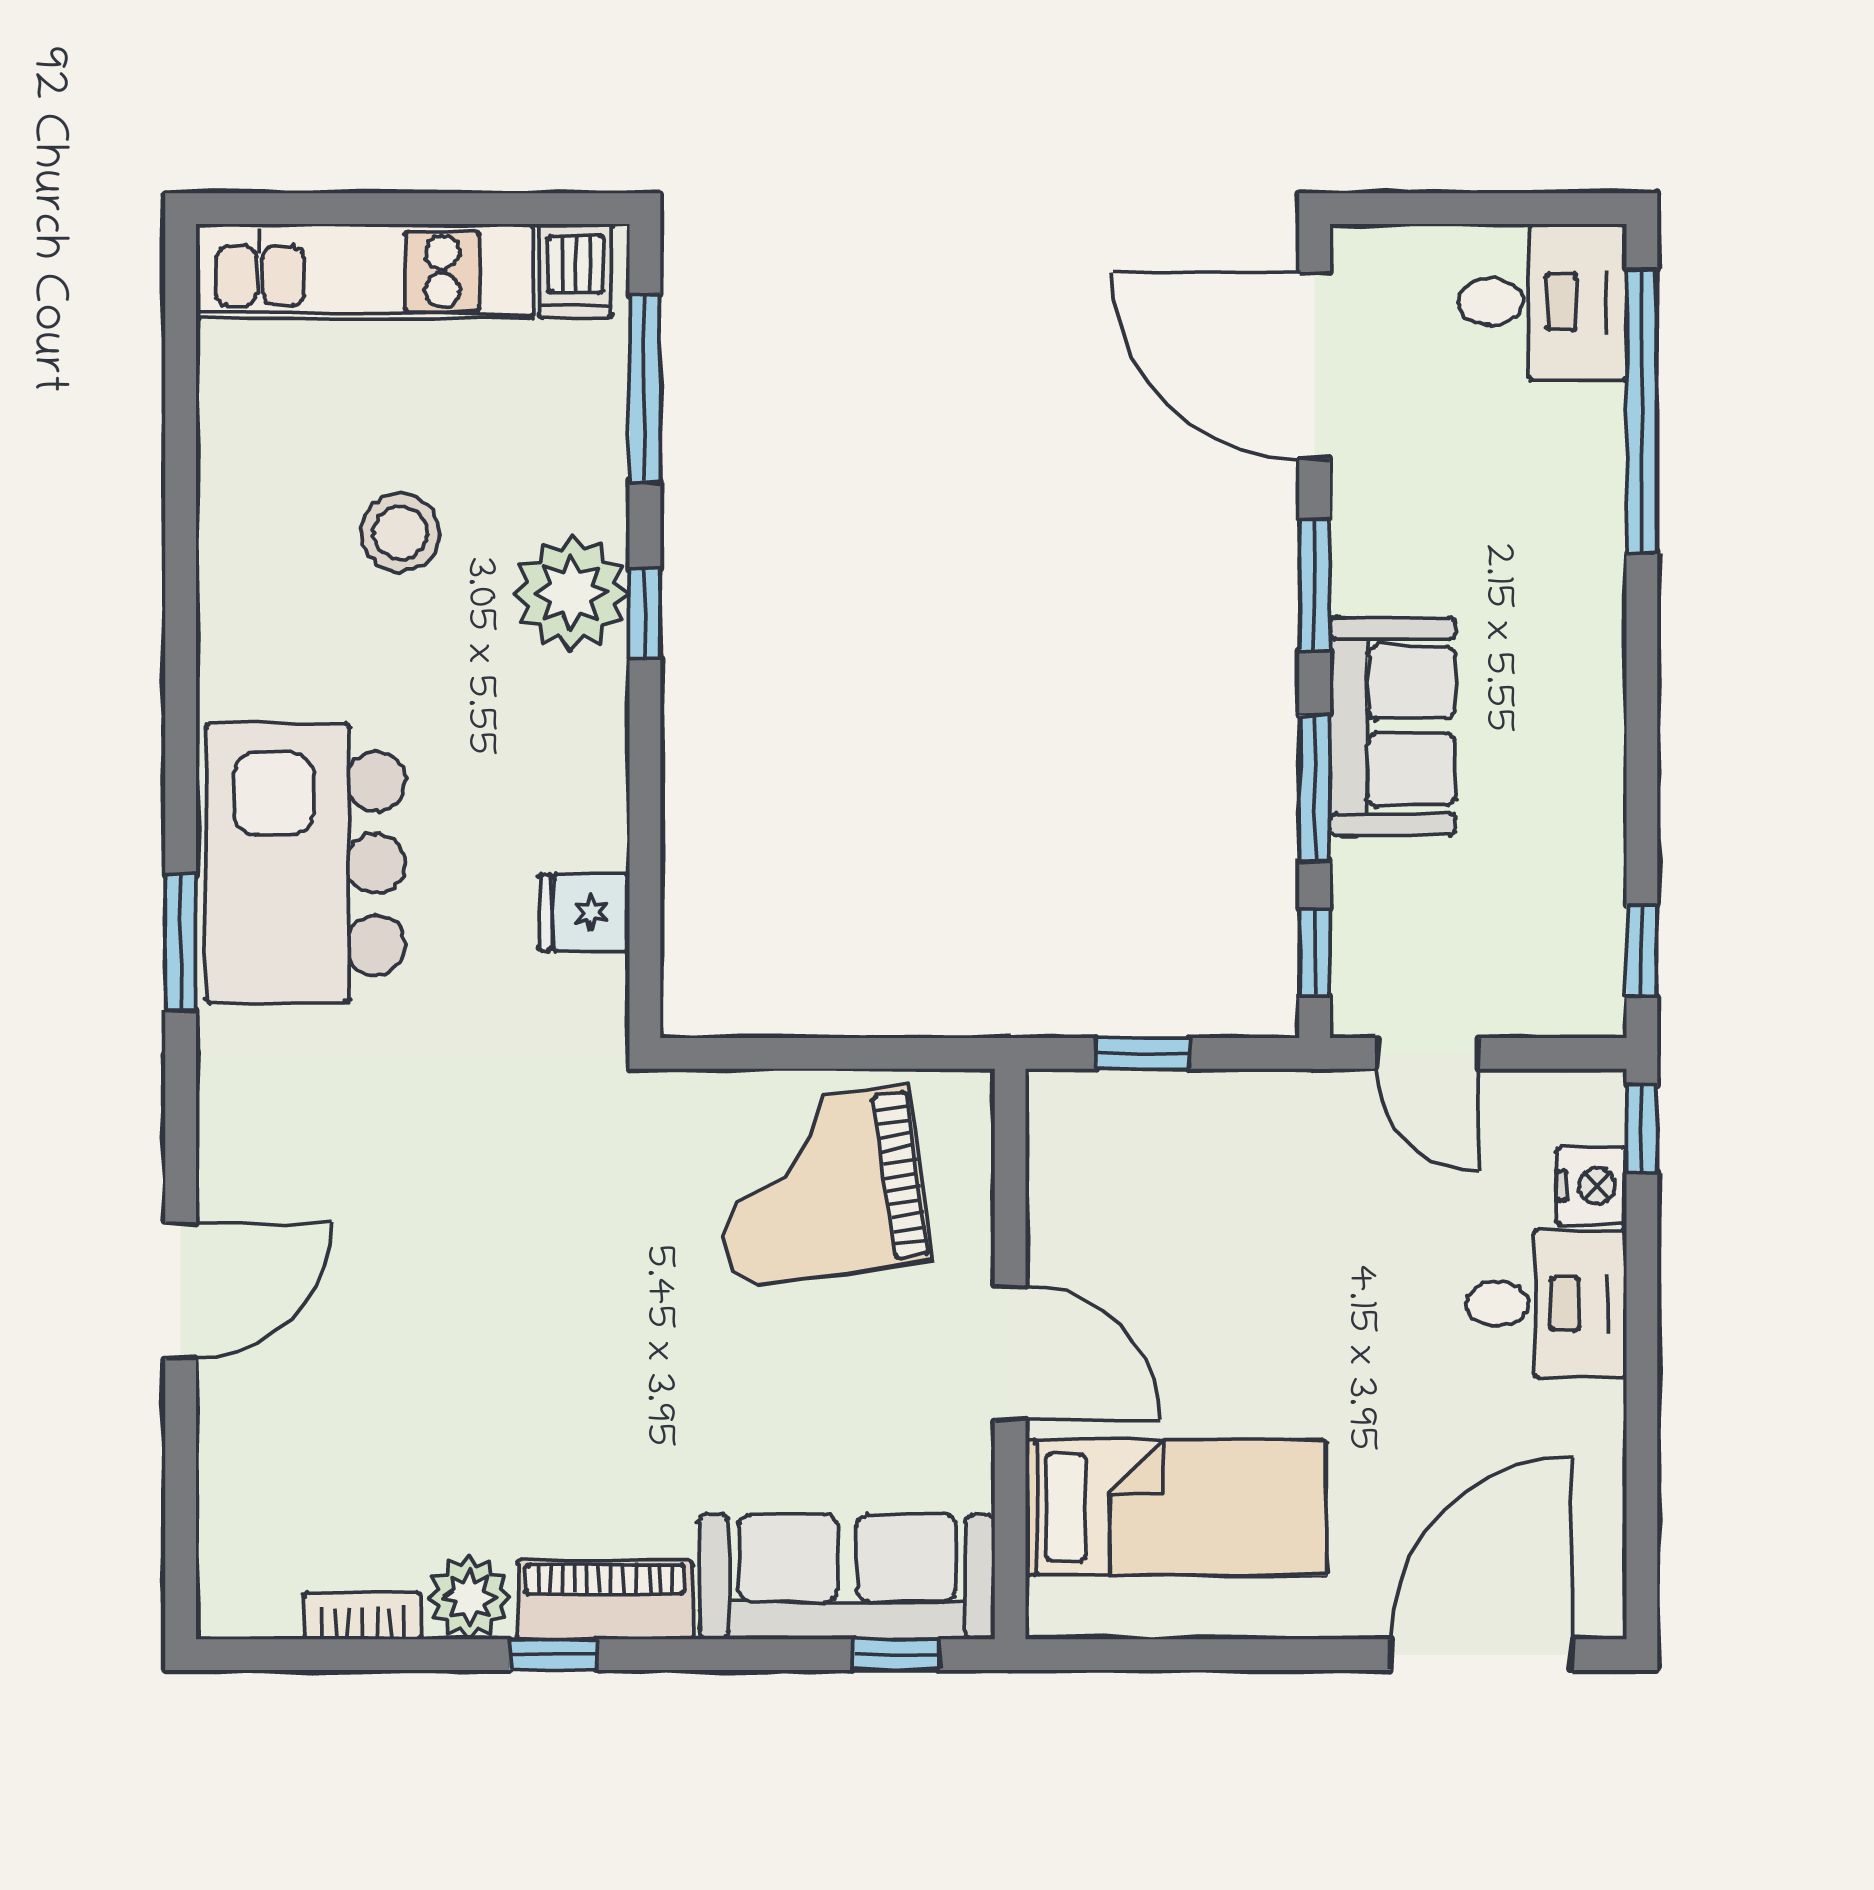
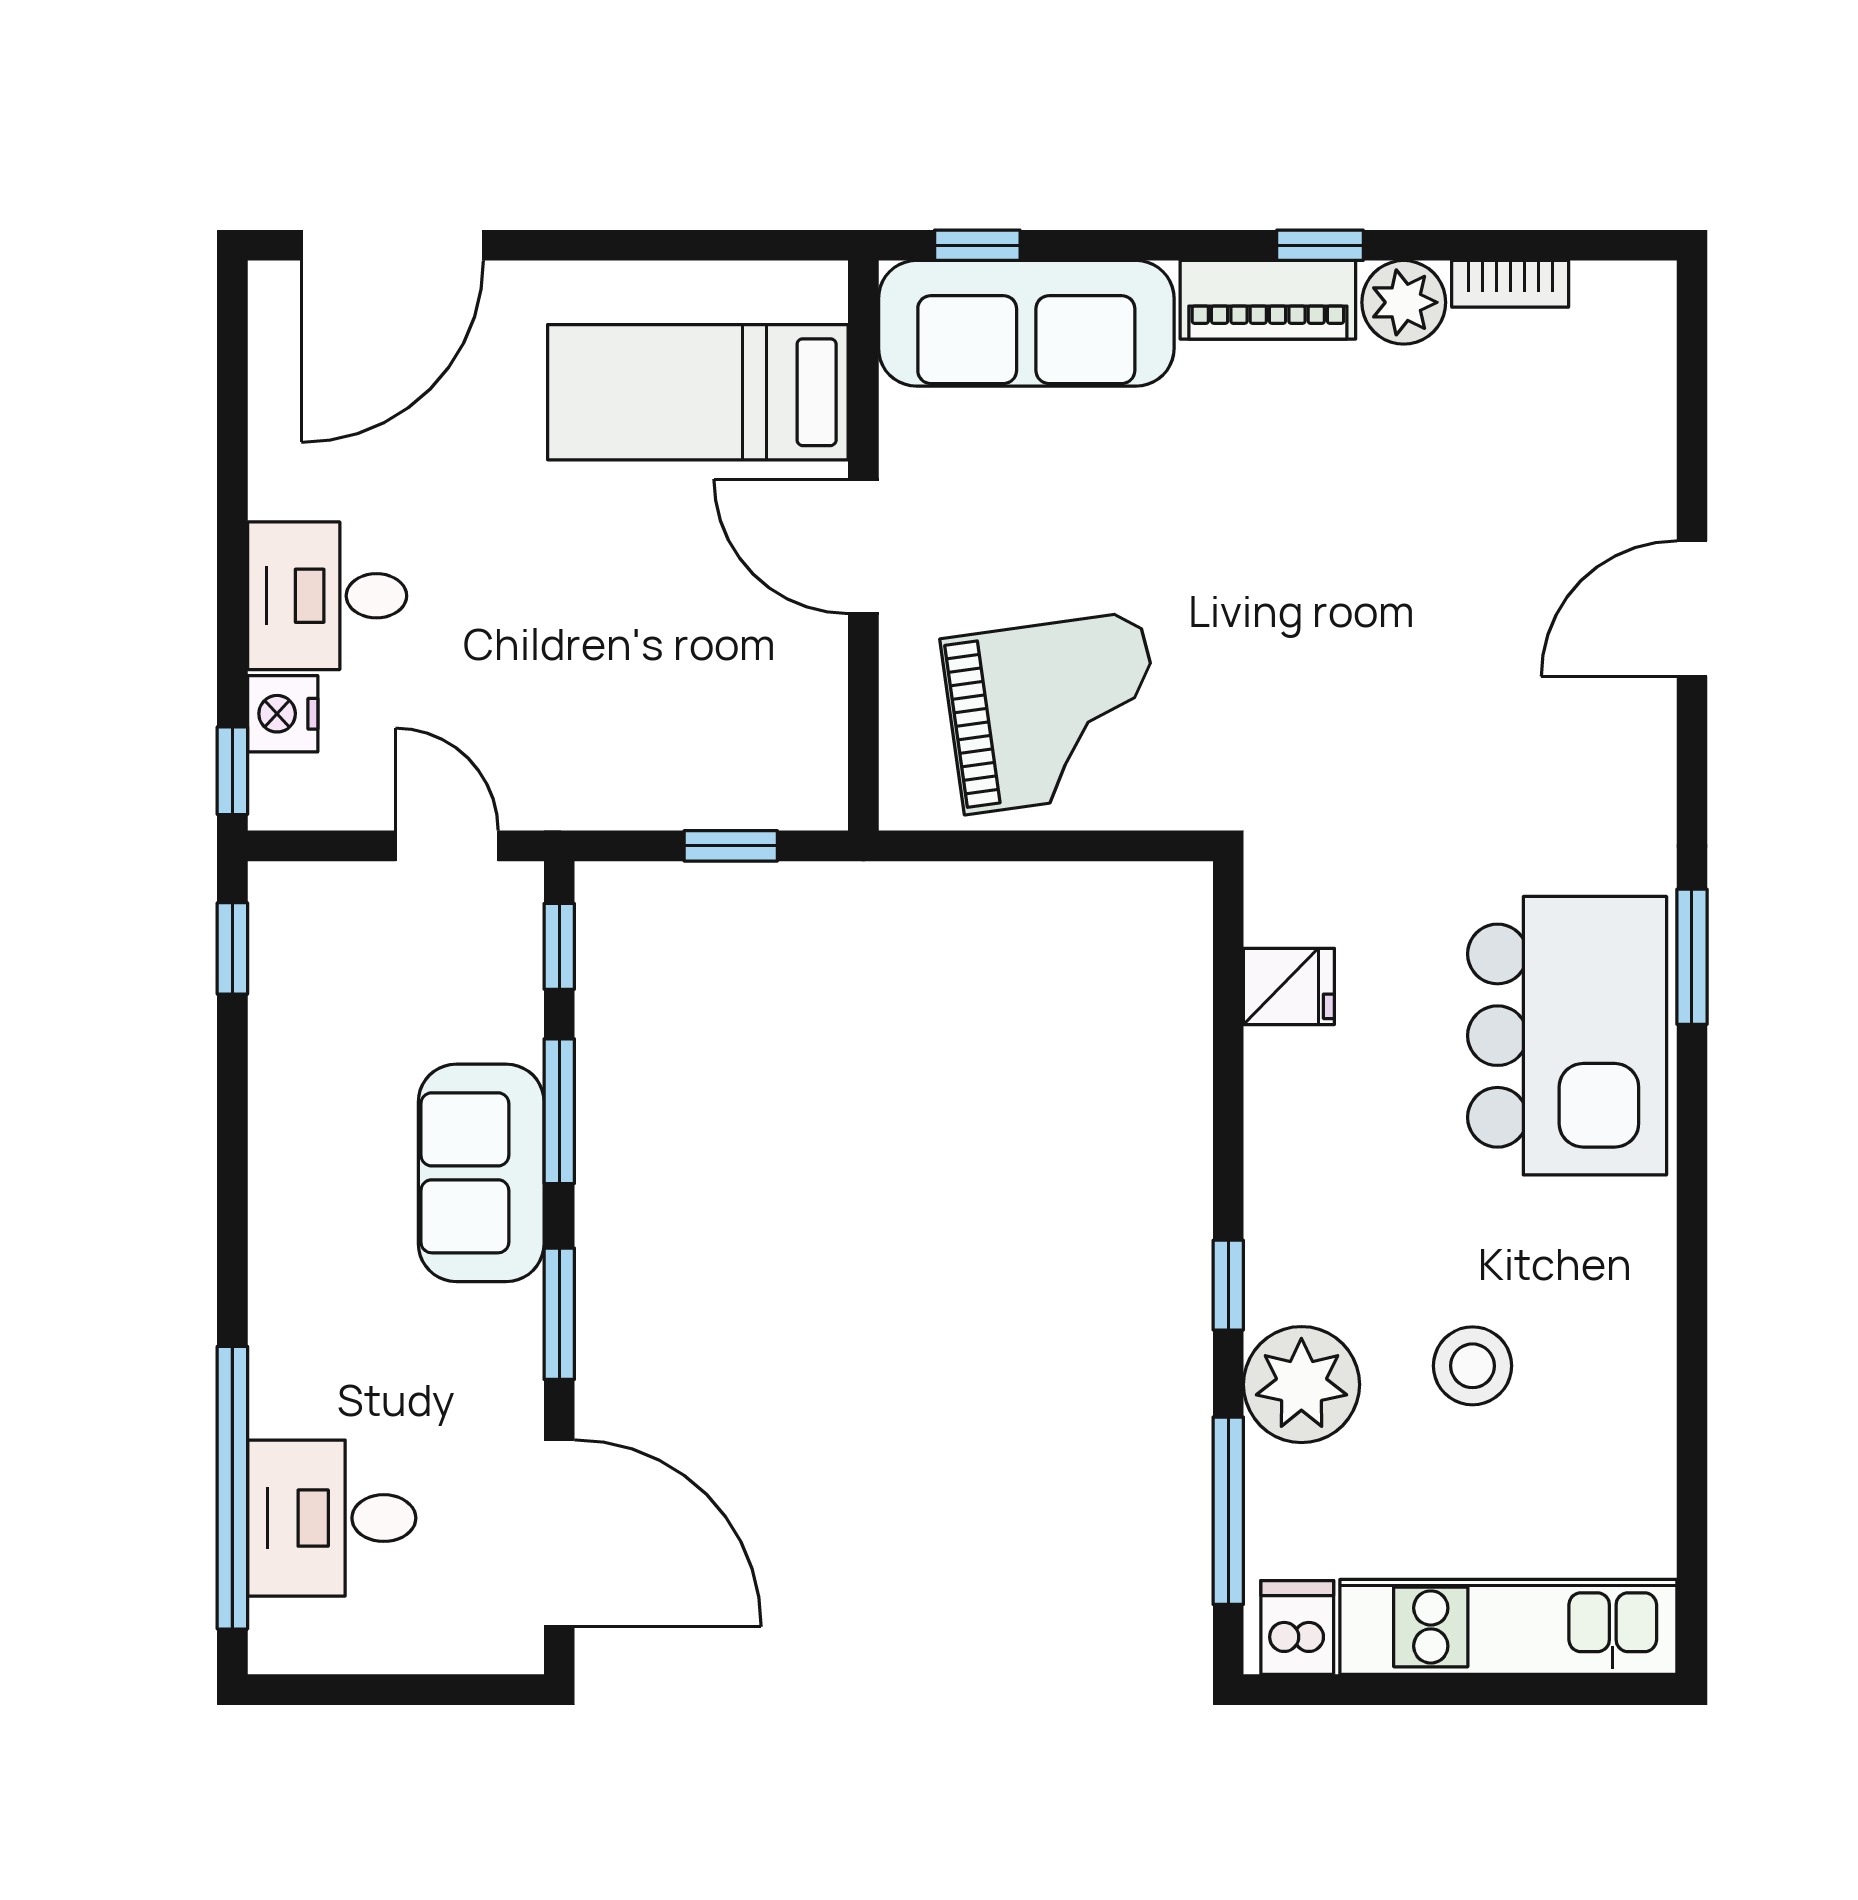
desk: (1542, 302) -> (332, 1518), moved
plant: (572, 593) -> (1301, 1385), moved

